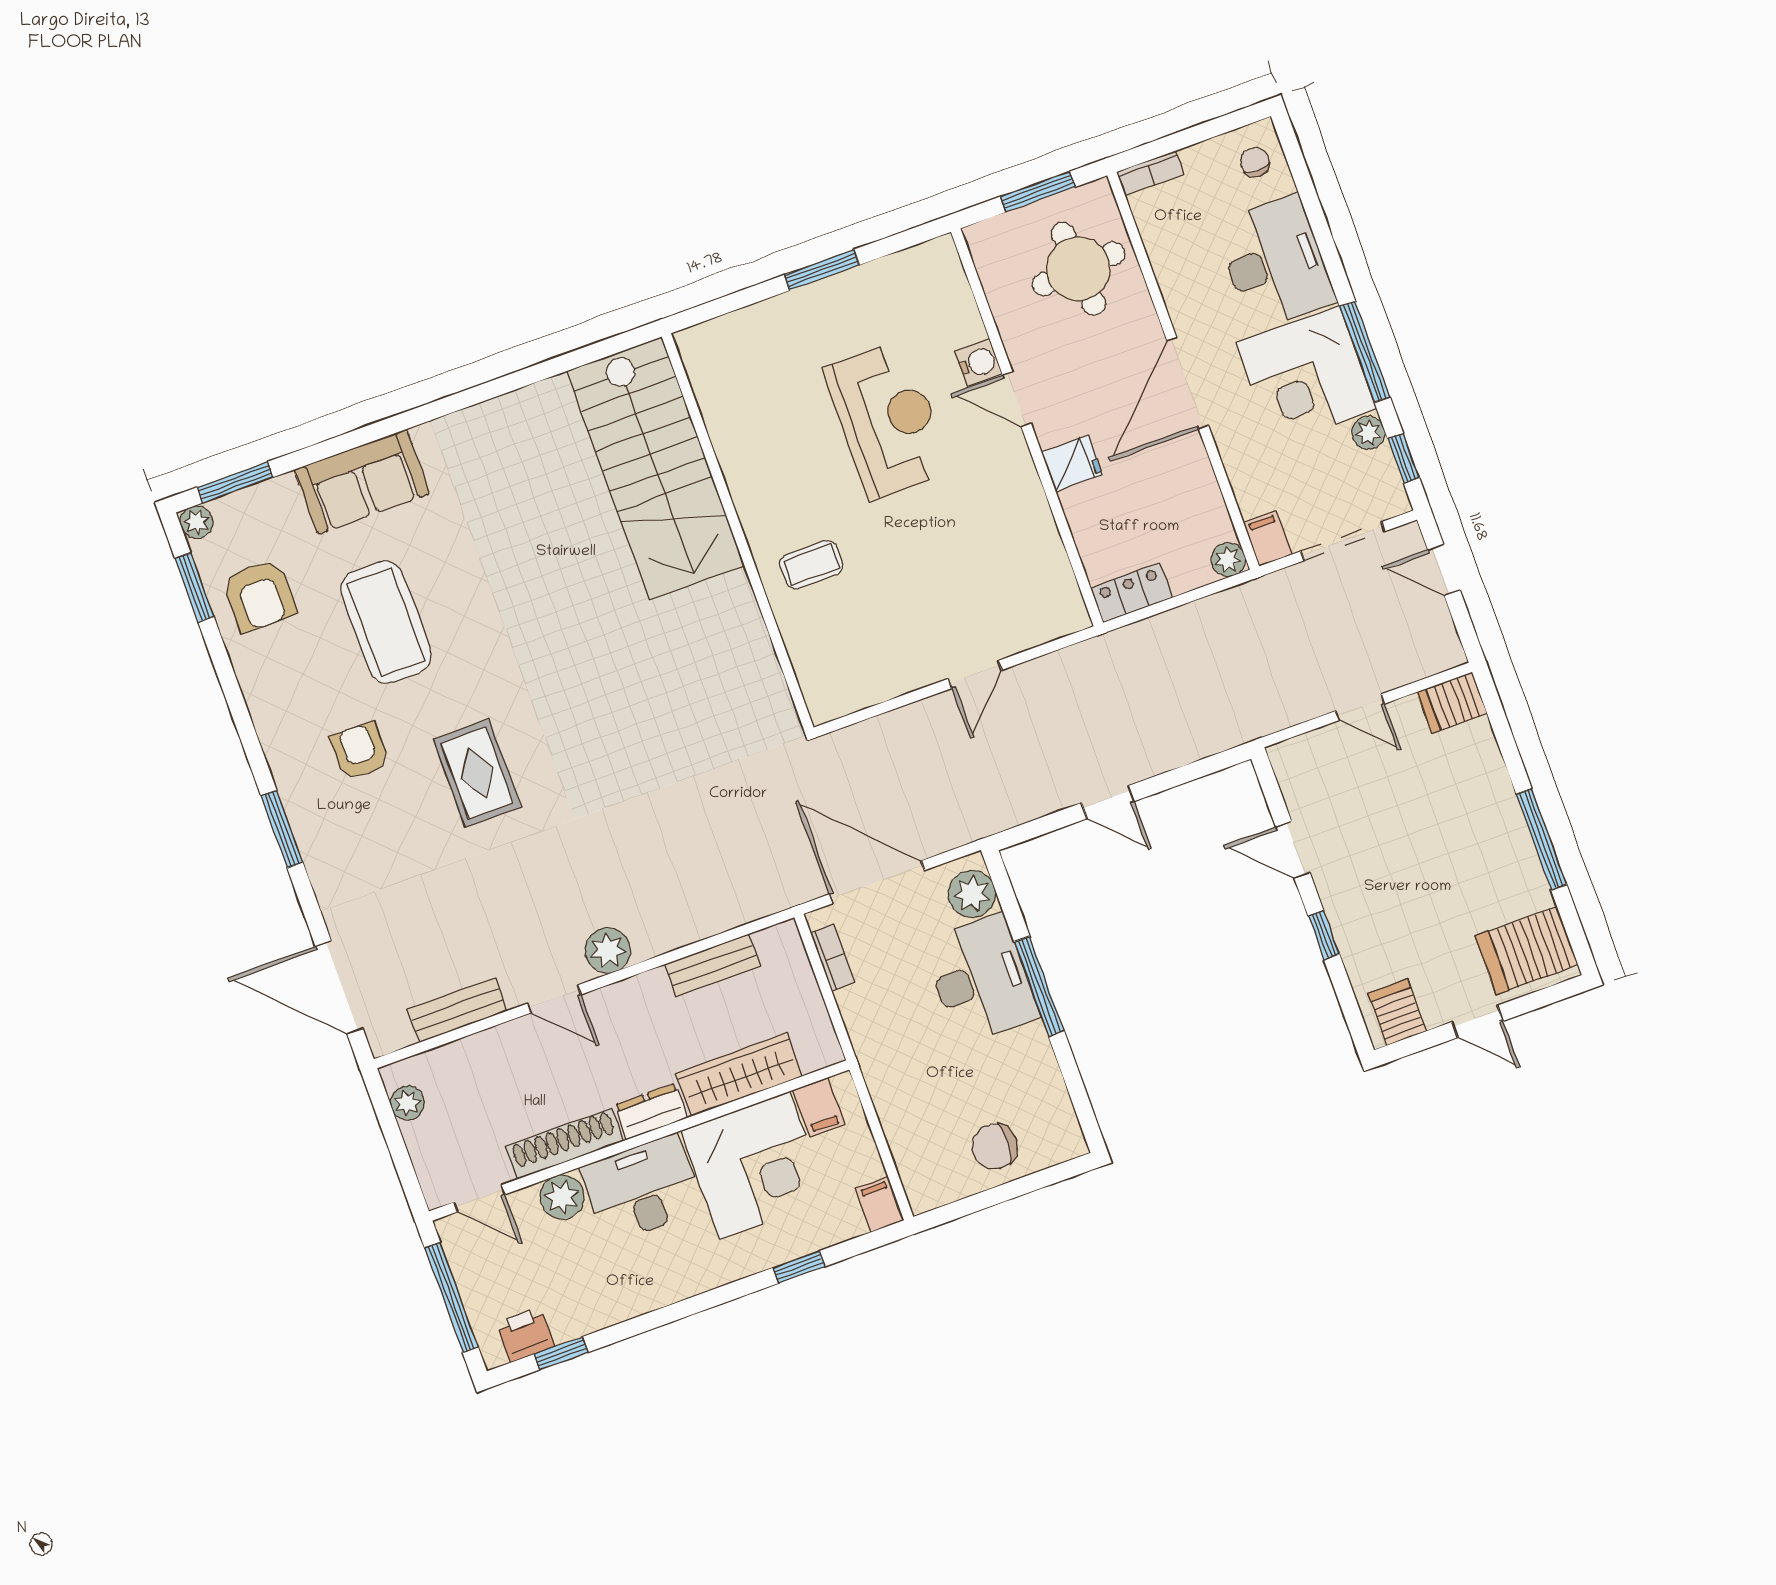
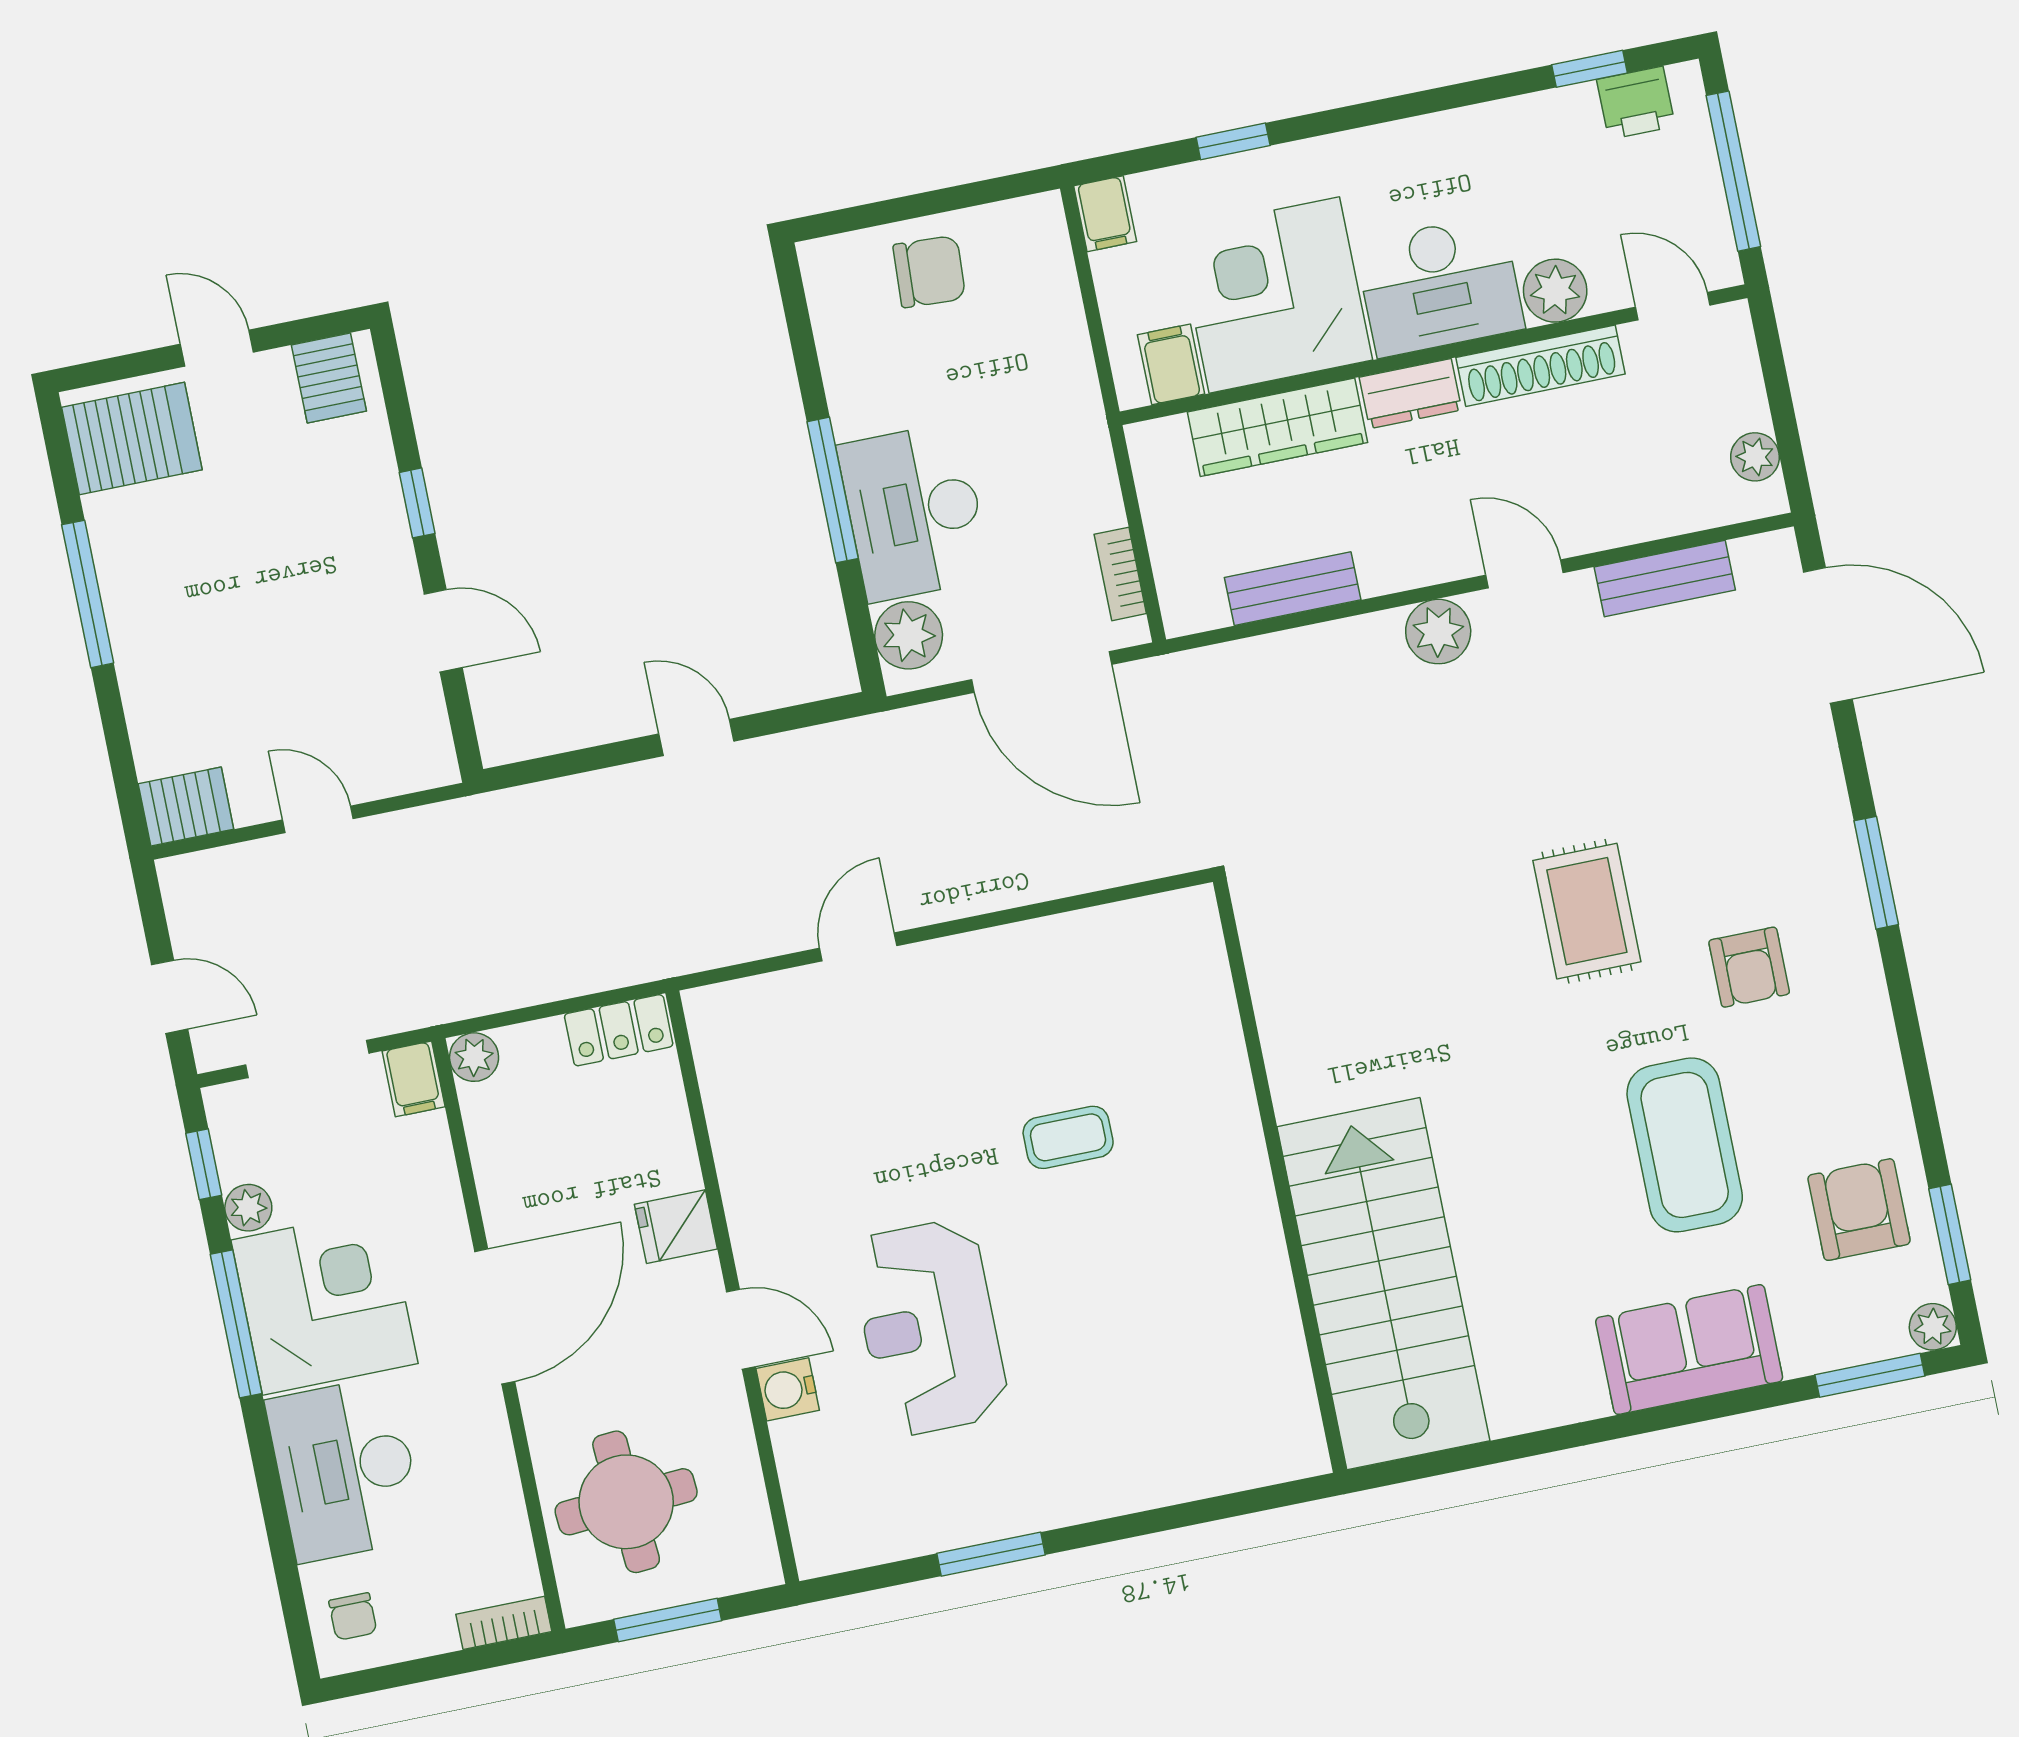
stairs: (655, 468) -> (1383, 1284), moved
wall: (738, 532) -> (1280, 1176), moved

